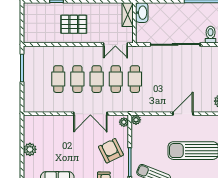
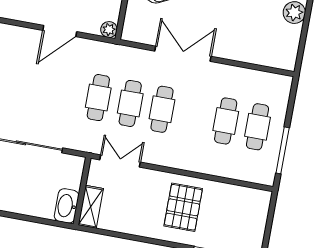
pallet: (74, 24) -> (183, 207), turned 90
cafe table: (77, 79) -> (257, 127), moved
door: (183, 114) -> (60, 31), moved
plant: (124, 122) -> (130, 29), removed

